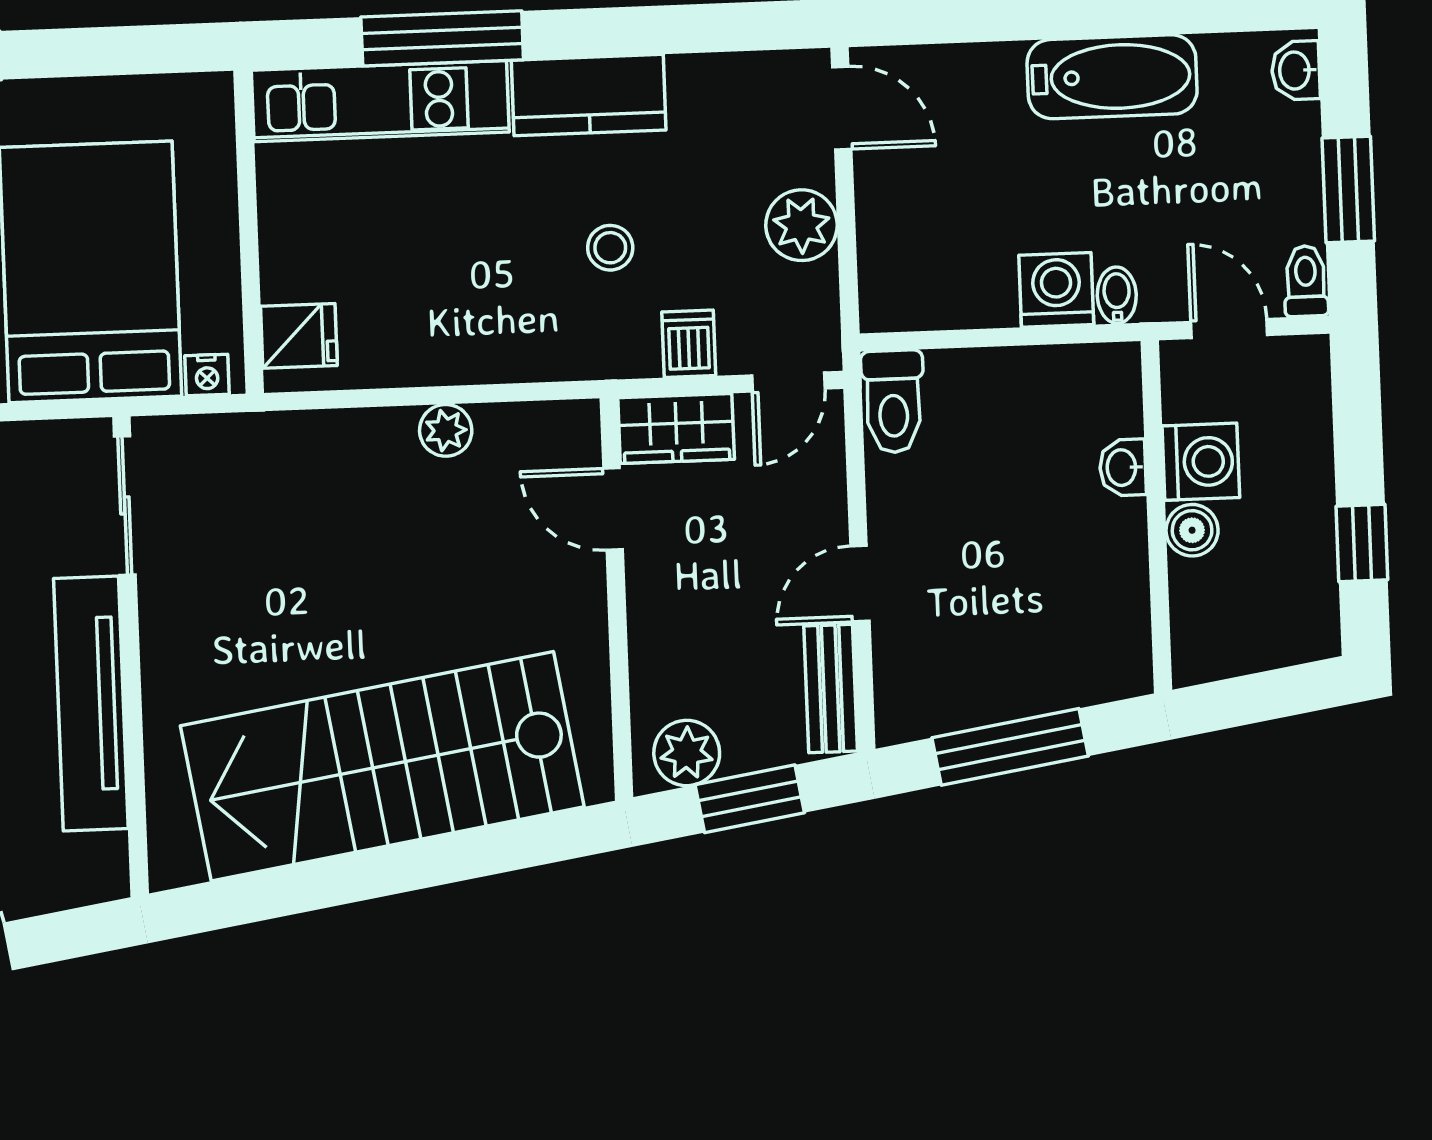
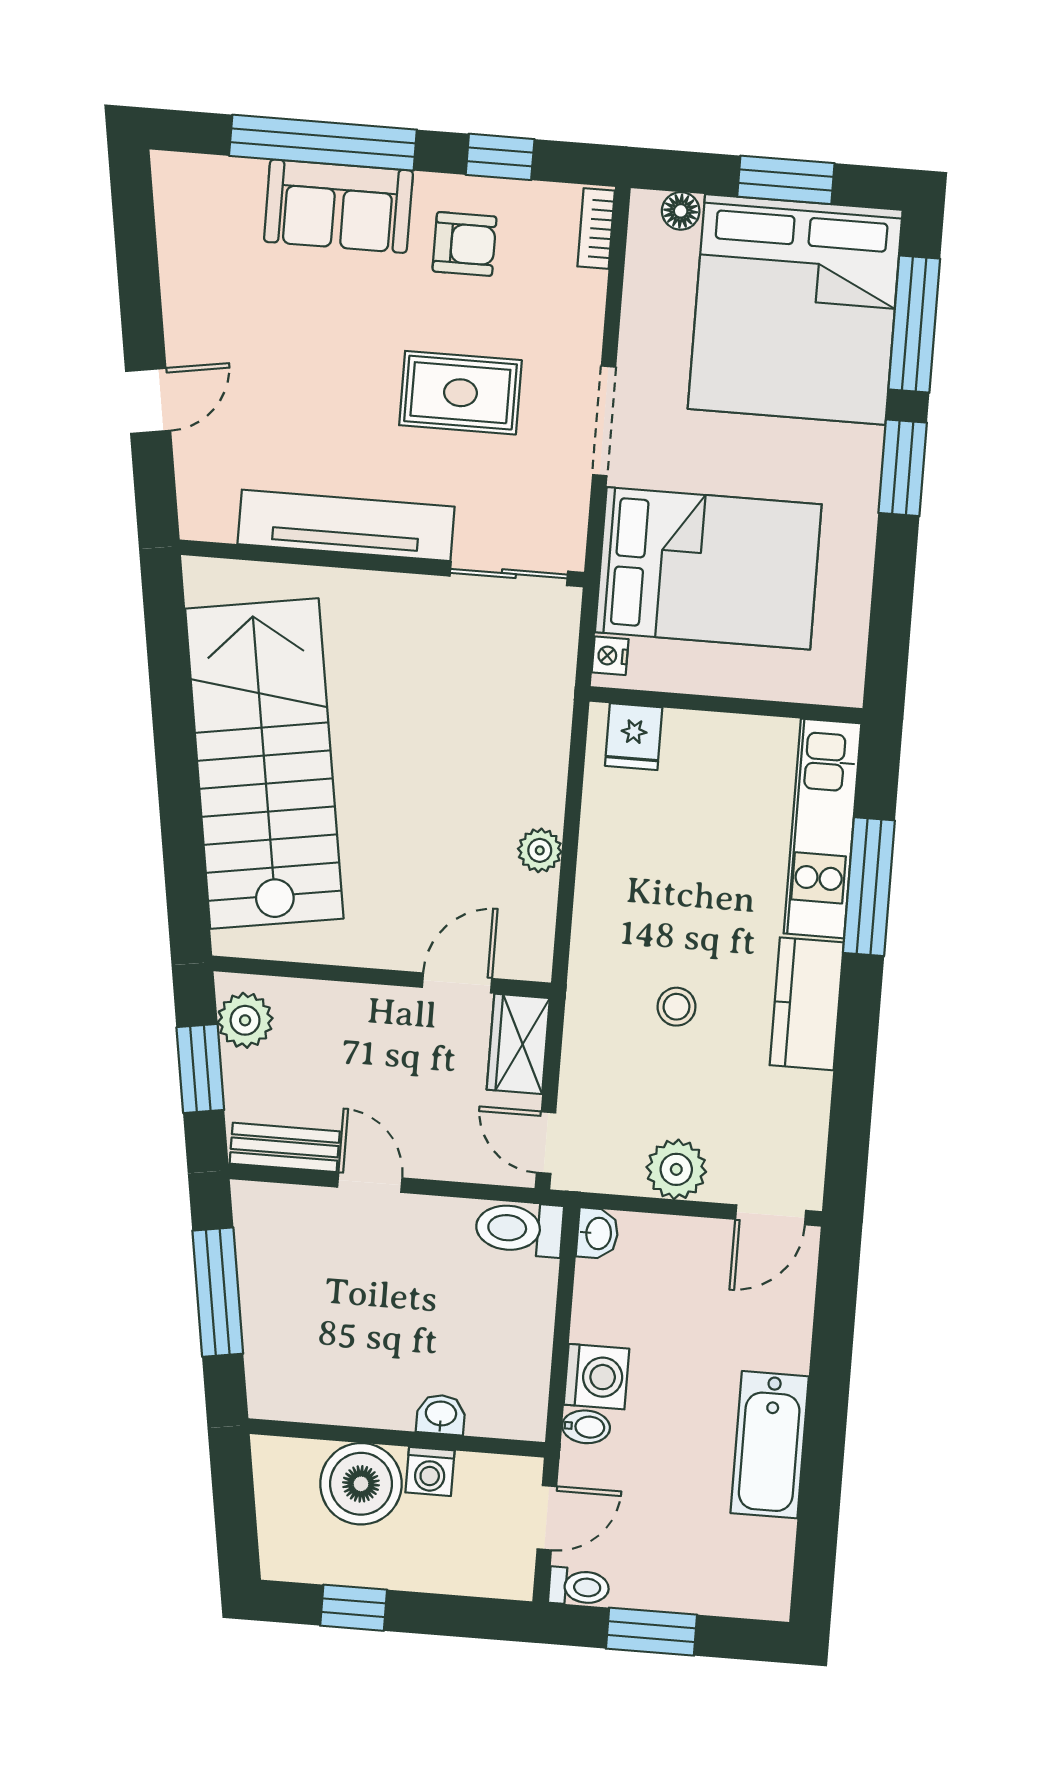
washbasin: (1296, 70) -> (597, 1233), moved, turned 90
dishwasher: (689, 344) -> (588, 1063), removed
washing machine: (1201, 462) -> (430, 1471), width x0.73, depth x0.73
boiler: (1192, 530) -> (361, 1484), width x1.86, depth x1.86

